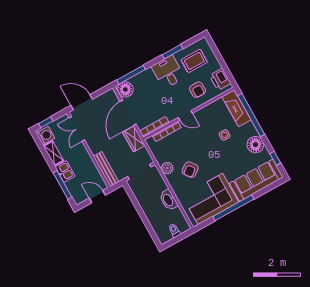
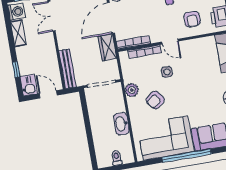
side table: (224, 135) -> (167, 72), moved
kitchen sink: (65, 171) -> (29, 85), moved
window: (62, 185) -> (16, 70), width x0.46

